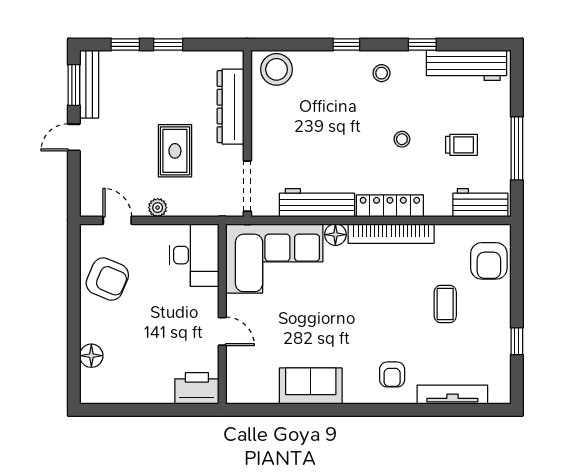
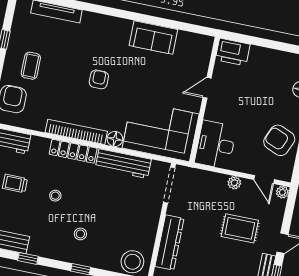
stool: (382, 73) -> (80, 234), moved
rug: (175, 151) -> (240, 228), moved, turned 90
plant: (89, 208) -> (282, 192), added
coffee table: (445, 304) -> (31, 66), moved
door: (222, 331) -> (207, 88), hinge flipped
armchair: (392, 374) -> (99, 79), moved

